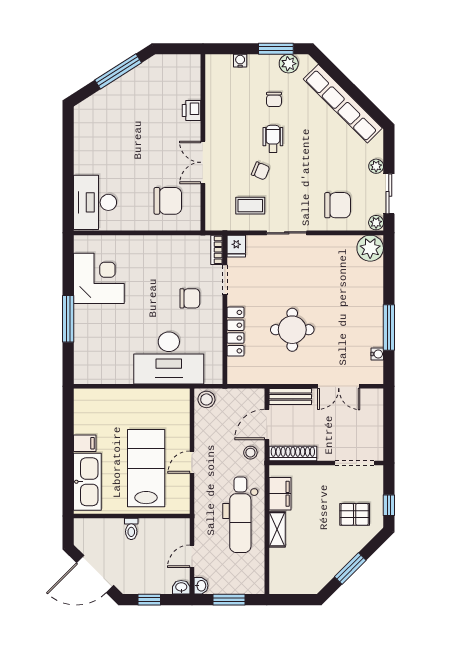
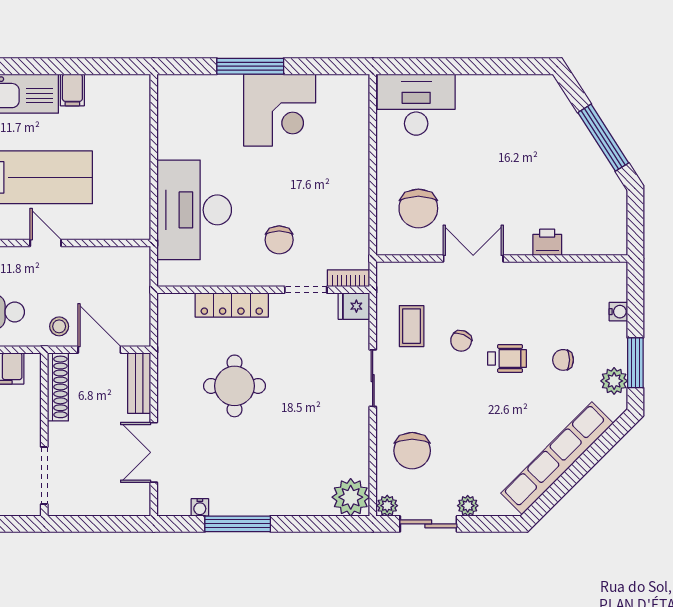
corner desk: (99, 278) -> (280, 110), moved
stool: (206, 399) -> (135, 264), removed

